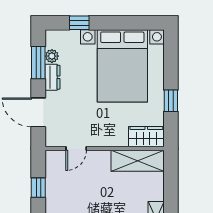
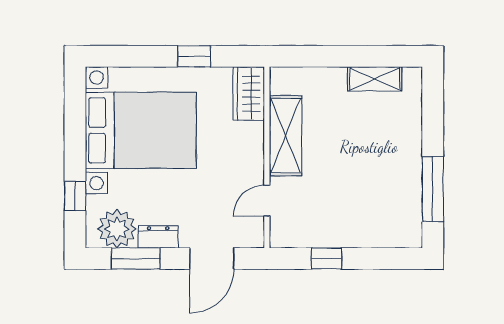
plant: (52, 56) -> (117, 229), width x1.88, depth x1.88
door: (76, 149) -> (267, 201), swing flipped
shelving: (138, 161) -> (286, 136), moved

